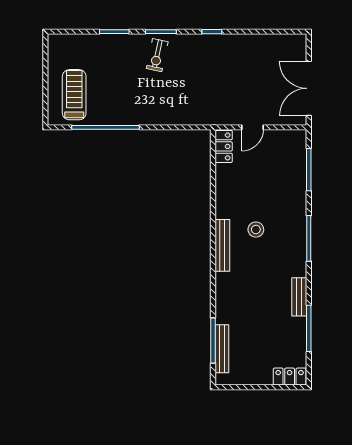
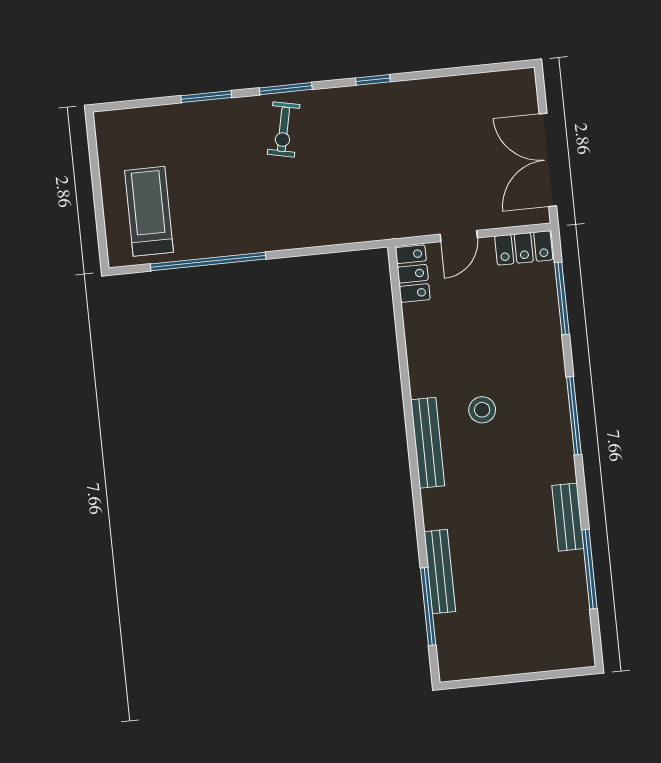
bench: (222, 349) -> (440, 572), moved
locker: (290, 377) -> (524, 248), moved, turned 180

